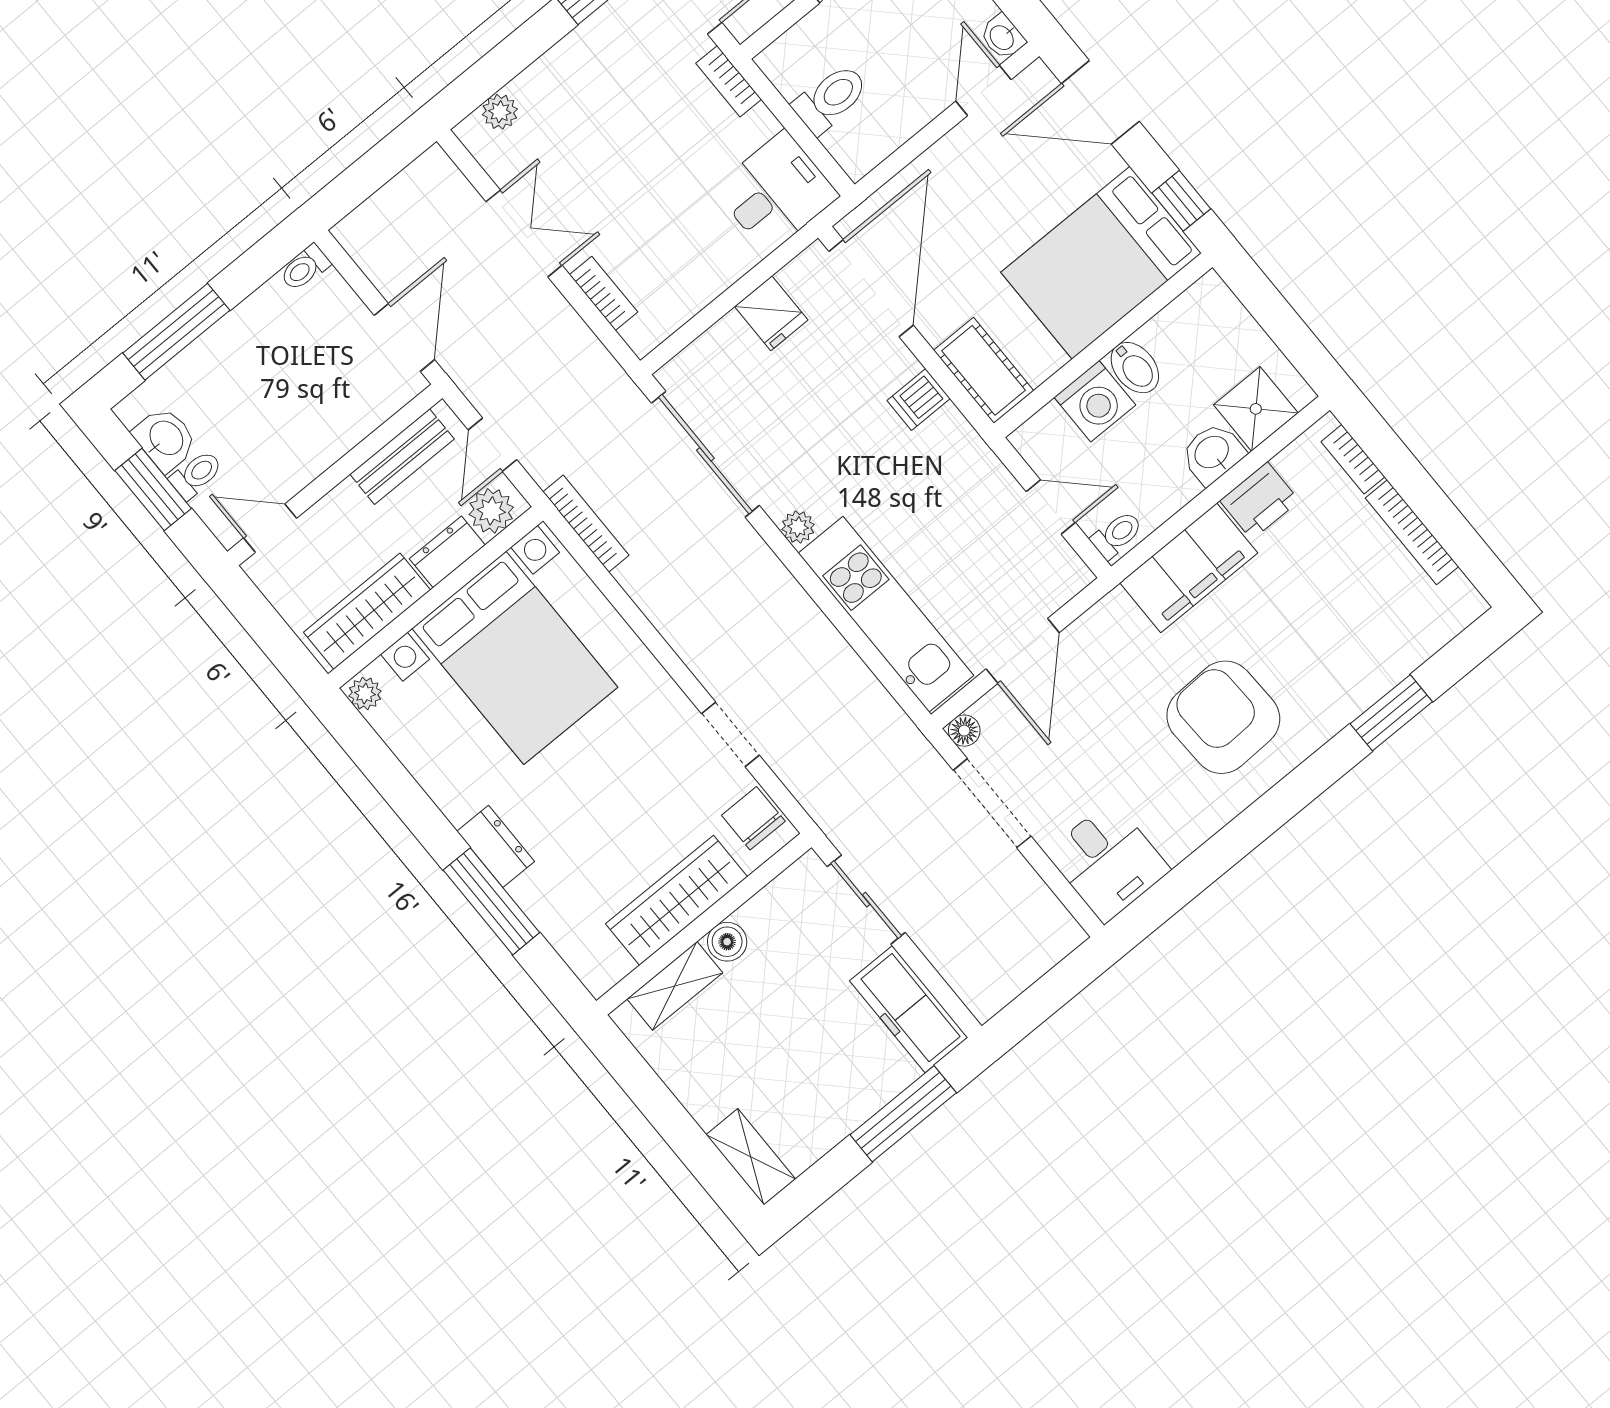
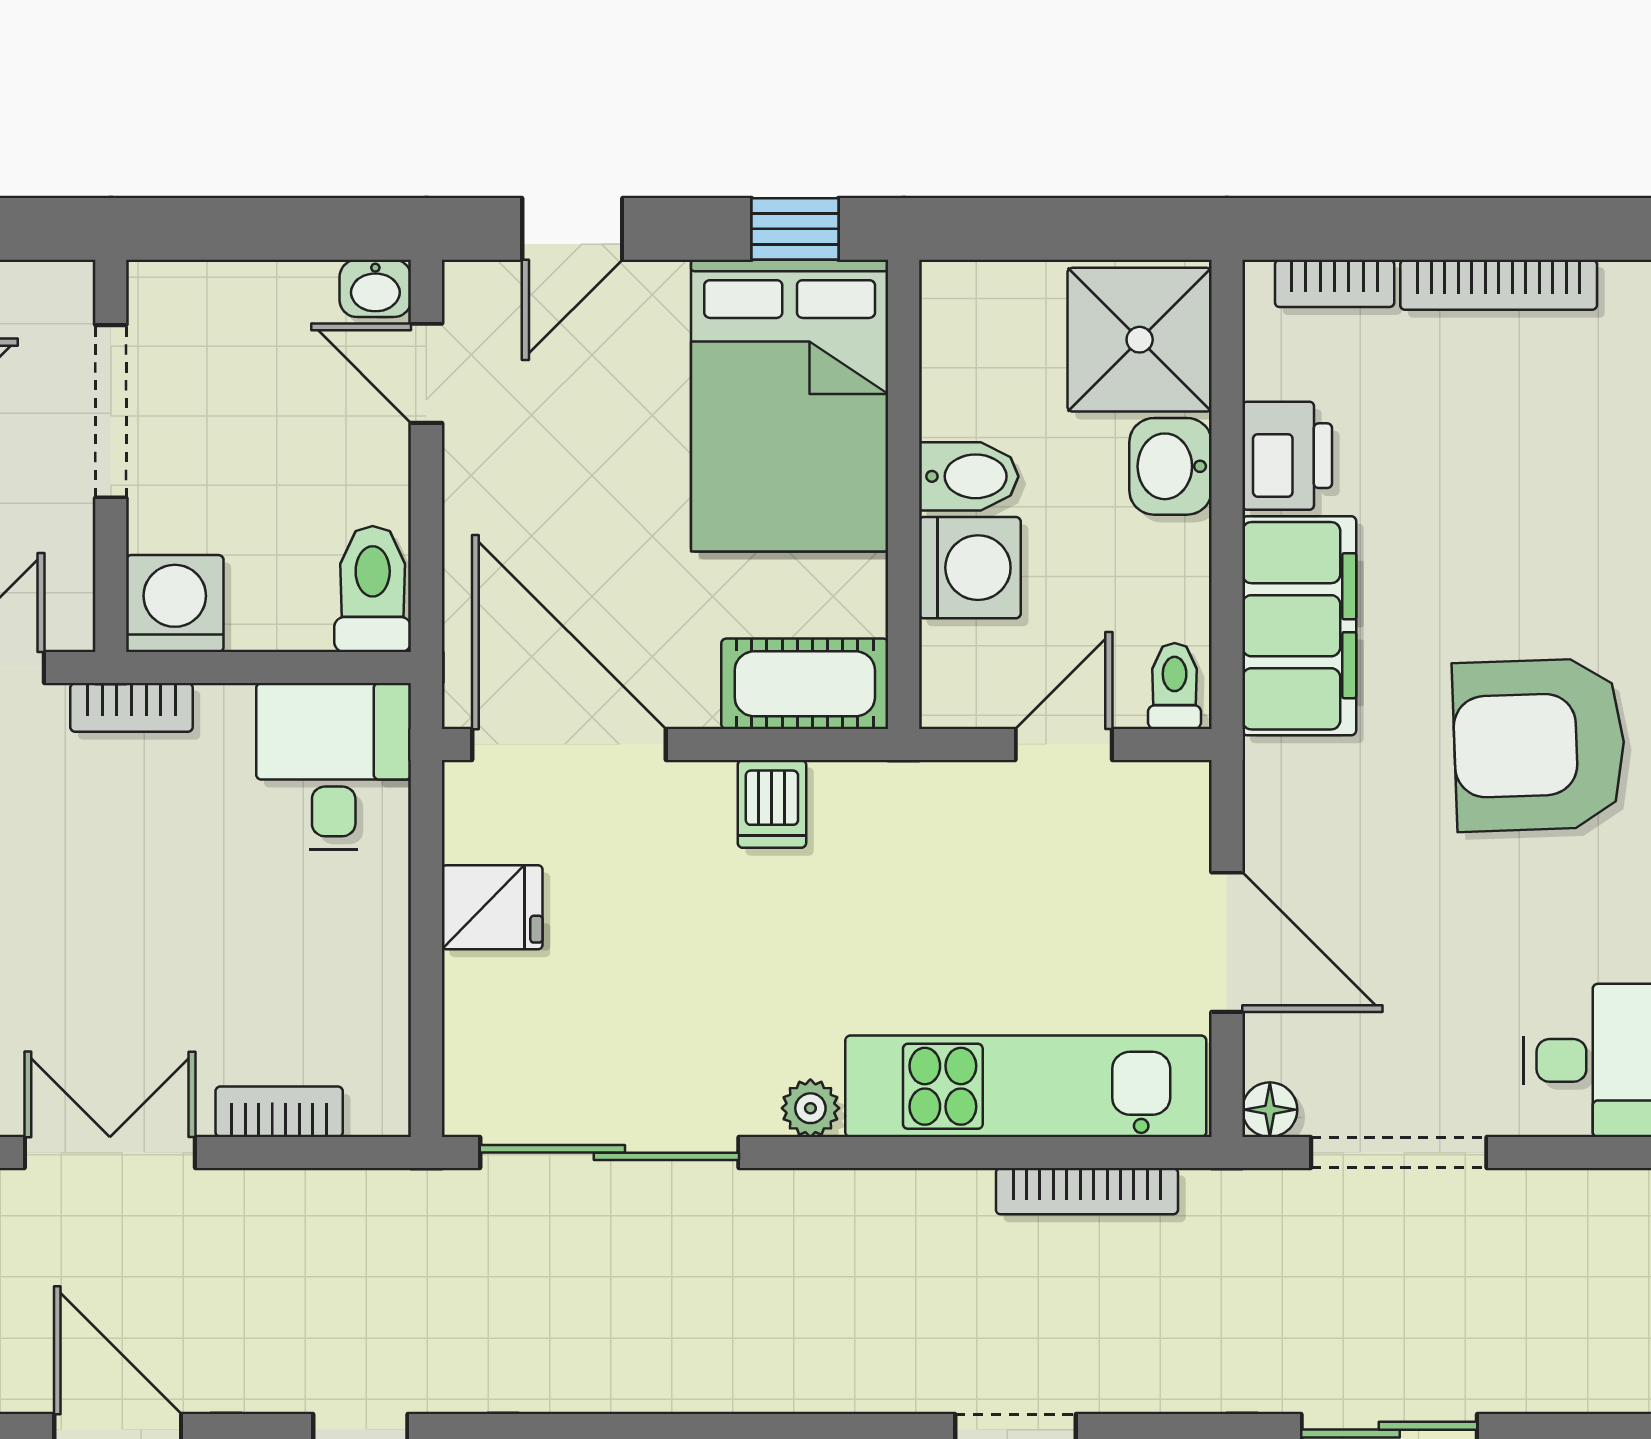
washing machine: (790, 63) -> (175, 604), added
toilet: (831, 99) -> (373, 589), moved
door: (1100, 102) -> (572, 229), width x0.73
shower: (1256, 409) -> (1140, 340), width x1.36, depth x1.36
bookcase: (586, 524) -> (1087, 1191), moved, turned 180

